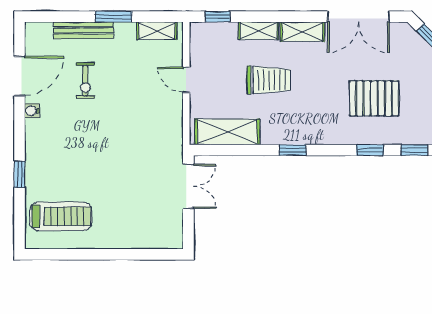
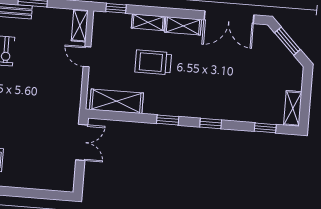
shelving: (157, 31) -> (80, 26), moved, turned 90
trolley: (269, 80) -> (153, 62), turned 180
pallet: (374, 98) -> (236, 84), removed
window: (370, 150) -> (211, 123), moved

